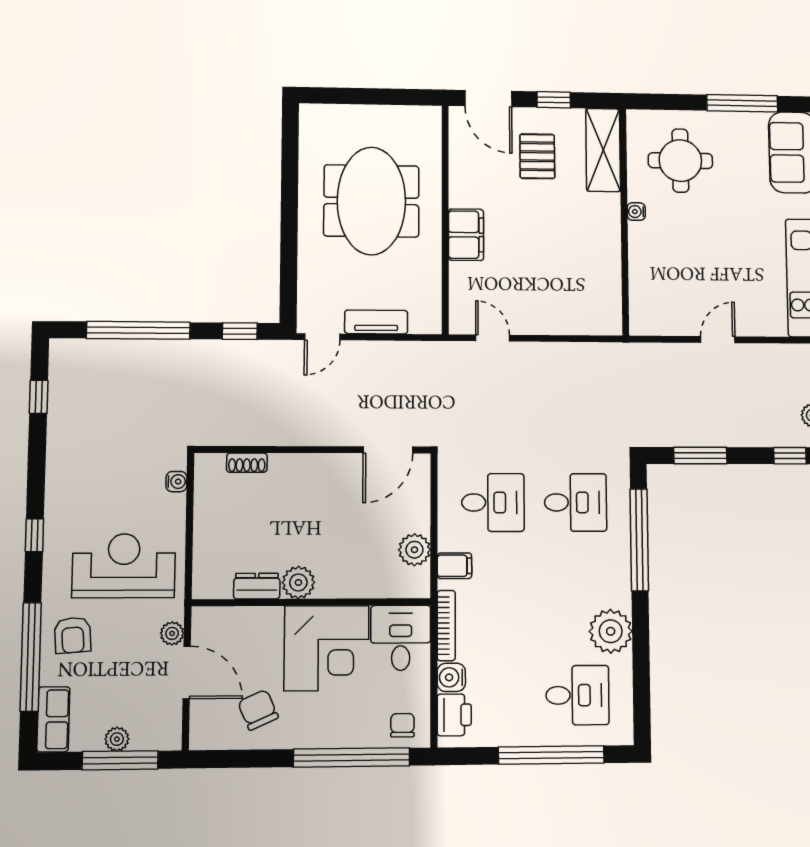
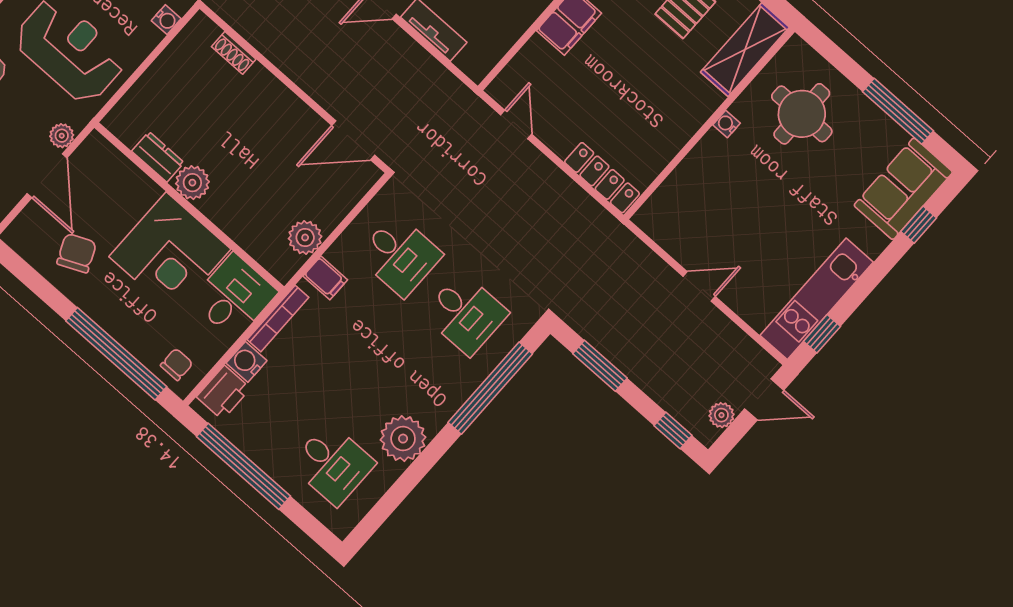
locker: (585, 323) -> (602, 178), added
window: (551, 755) -> (244, 466), moved

